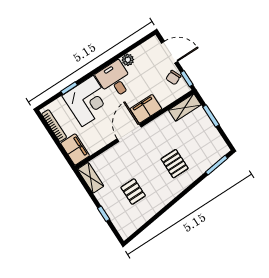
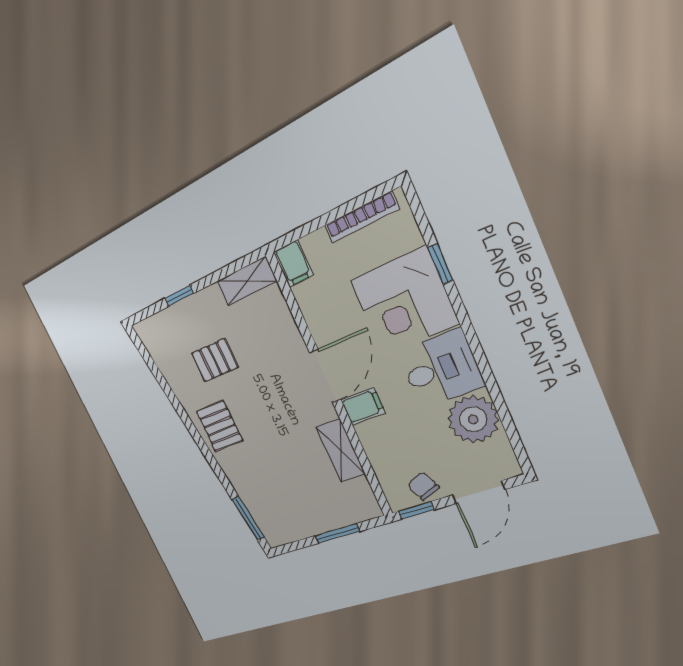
plant: (128, 60) -> (473, 419), width x1.87, depth x1.87
shelving: (185, 108) -> (341, 451), moved
filing cabinet: (146, 109) -> (363, 406), width x0.50
door: (129, 133) -> (325, 376), hinge flipped
filing cabinet: (75, 149) -> (293, 263), width x0.50
pallet: (175, 164) -> (219, 426), moved, turned 90

